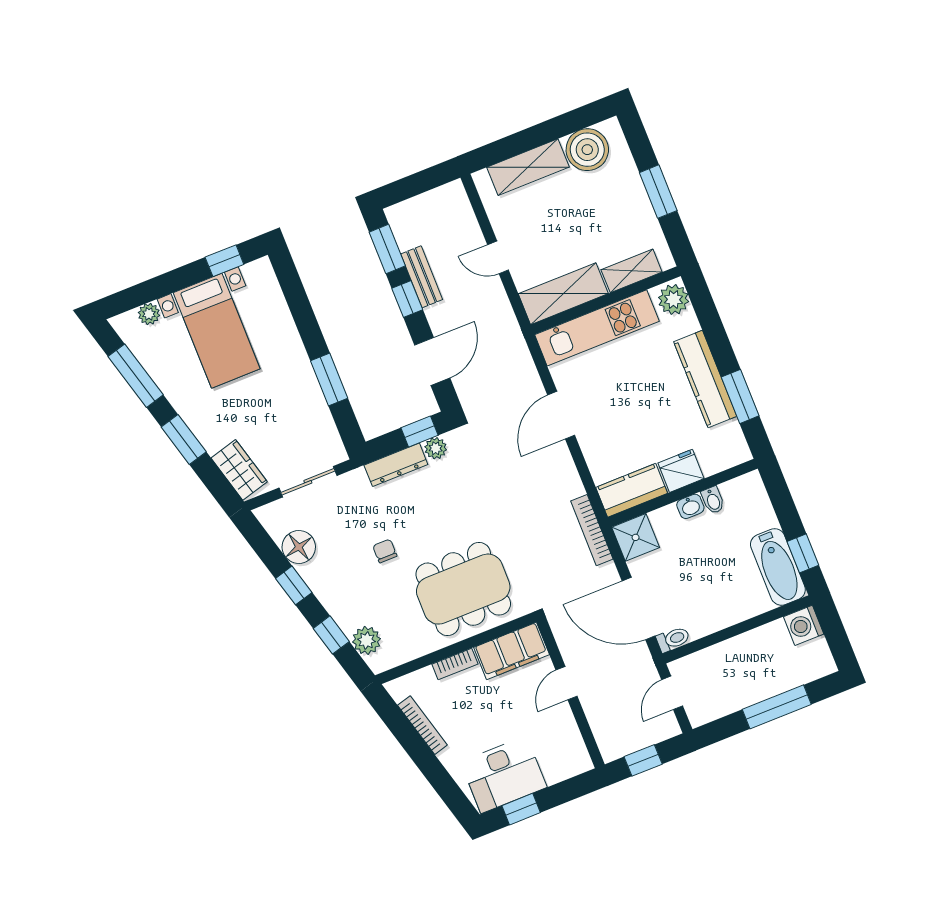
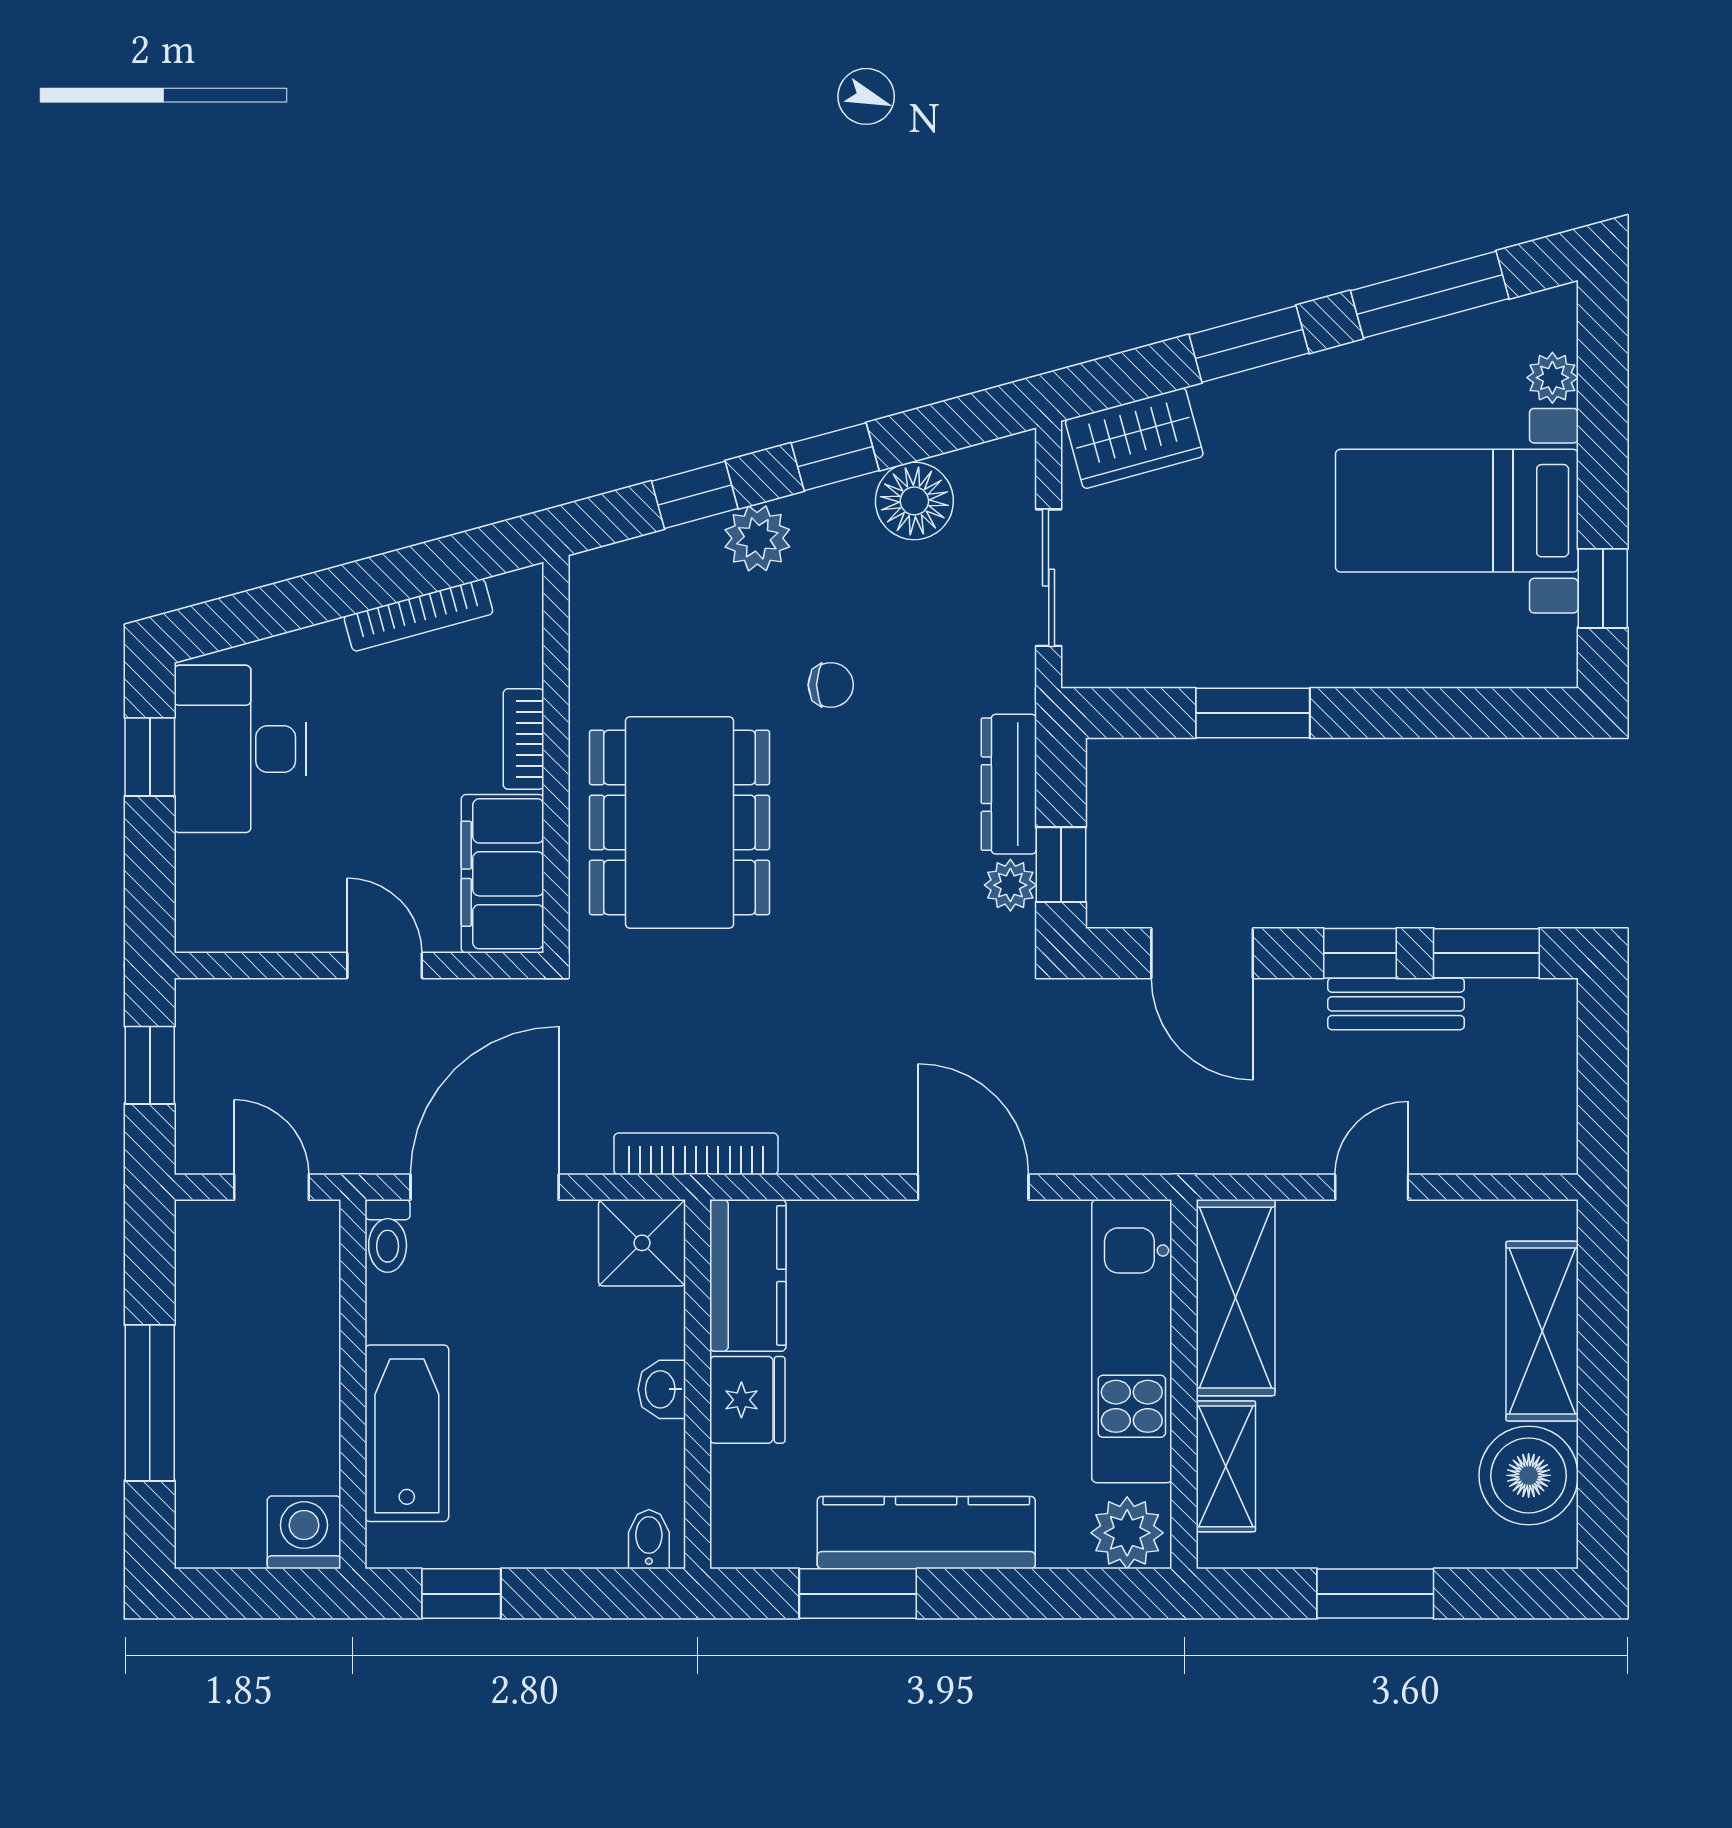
bidet: (713, 500) -> (649, 1539), moved, turned 90
bathtub: (778, 567) -> (407, 1433), moved, turned 90
plant: (366, 640) -> (757, 538), moved

